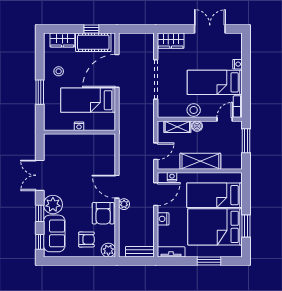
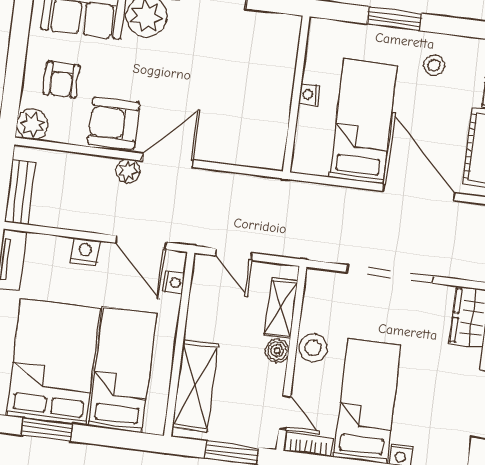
shelving: (200, 161) -> (195, 386), moved

